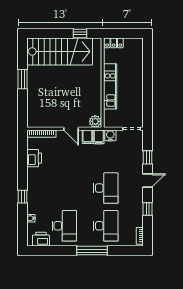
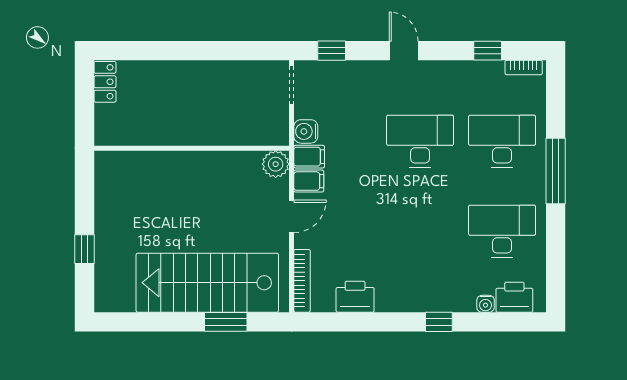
window: (80, 33) -> (85, 249), moved
locker: (114, 43) -> (105, 82), moved
stairs: (60, 51) -> (207, 283), moved, turned -90
window: (23, 79) -> (226, 322), moved
kitchen unit: (110, 86) -> (199, 132), removed
window: (148, 157) -> (332, 51), moved
window: (148, 209) -> (488, 51), moved
printer: (41, 239) -> (514, 297), moved, turned 90

